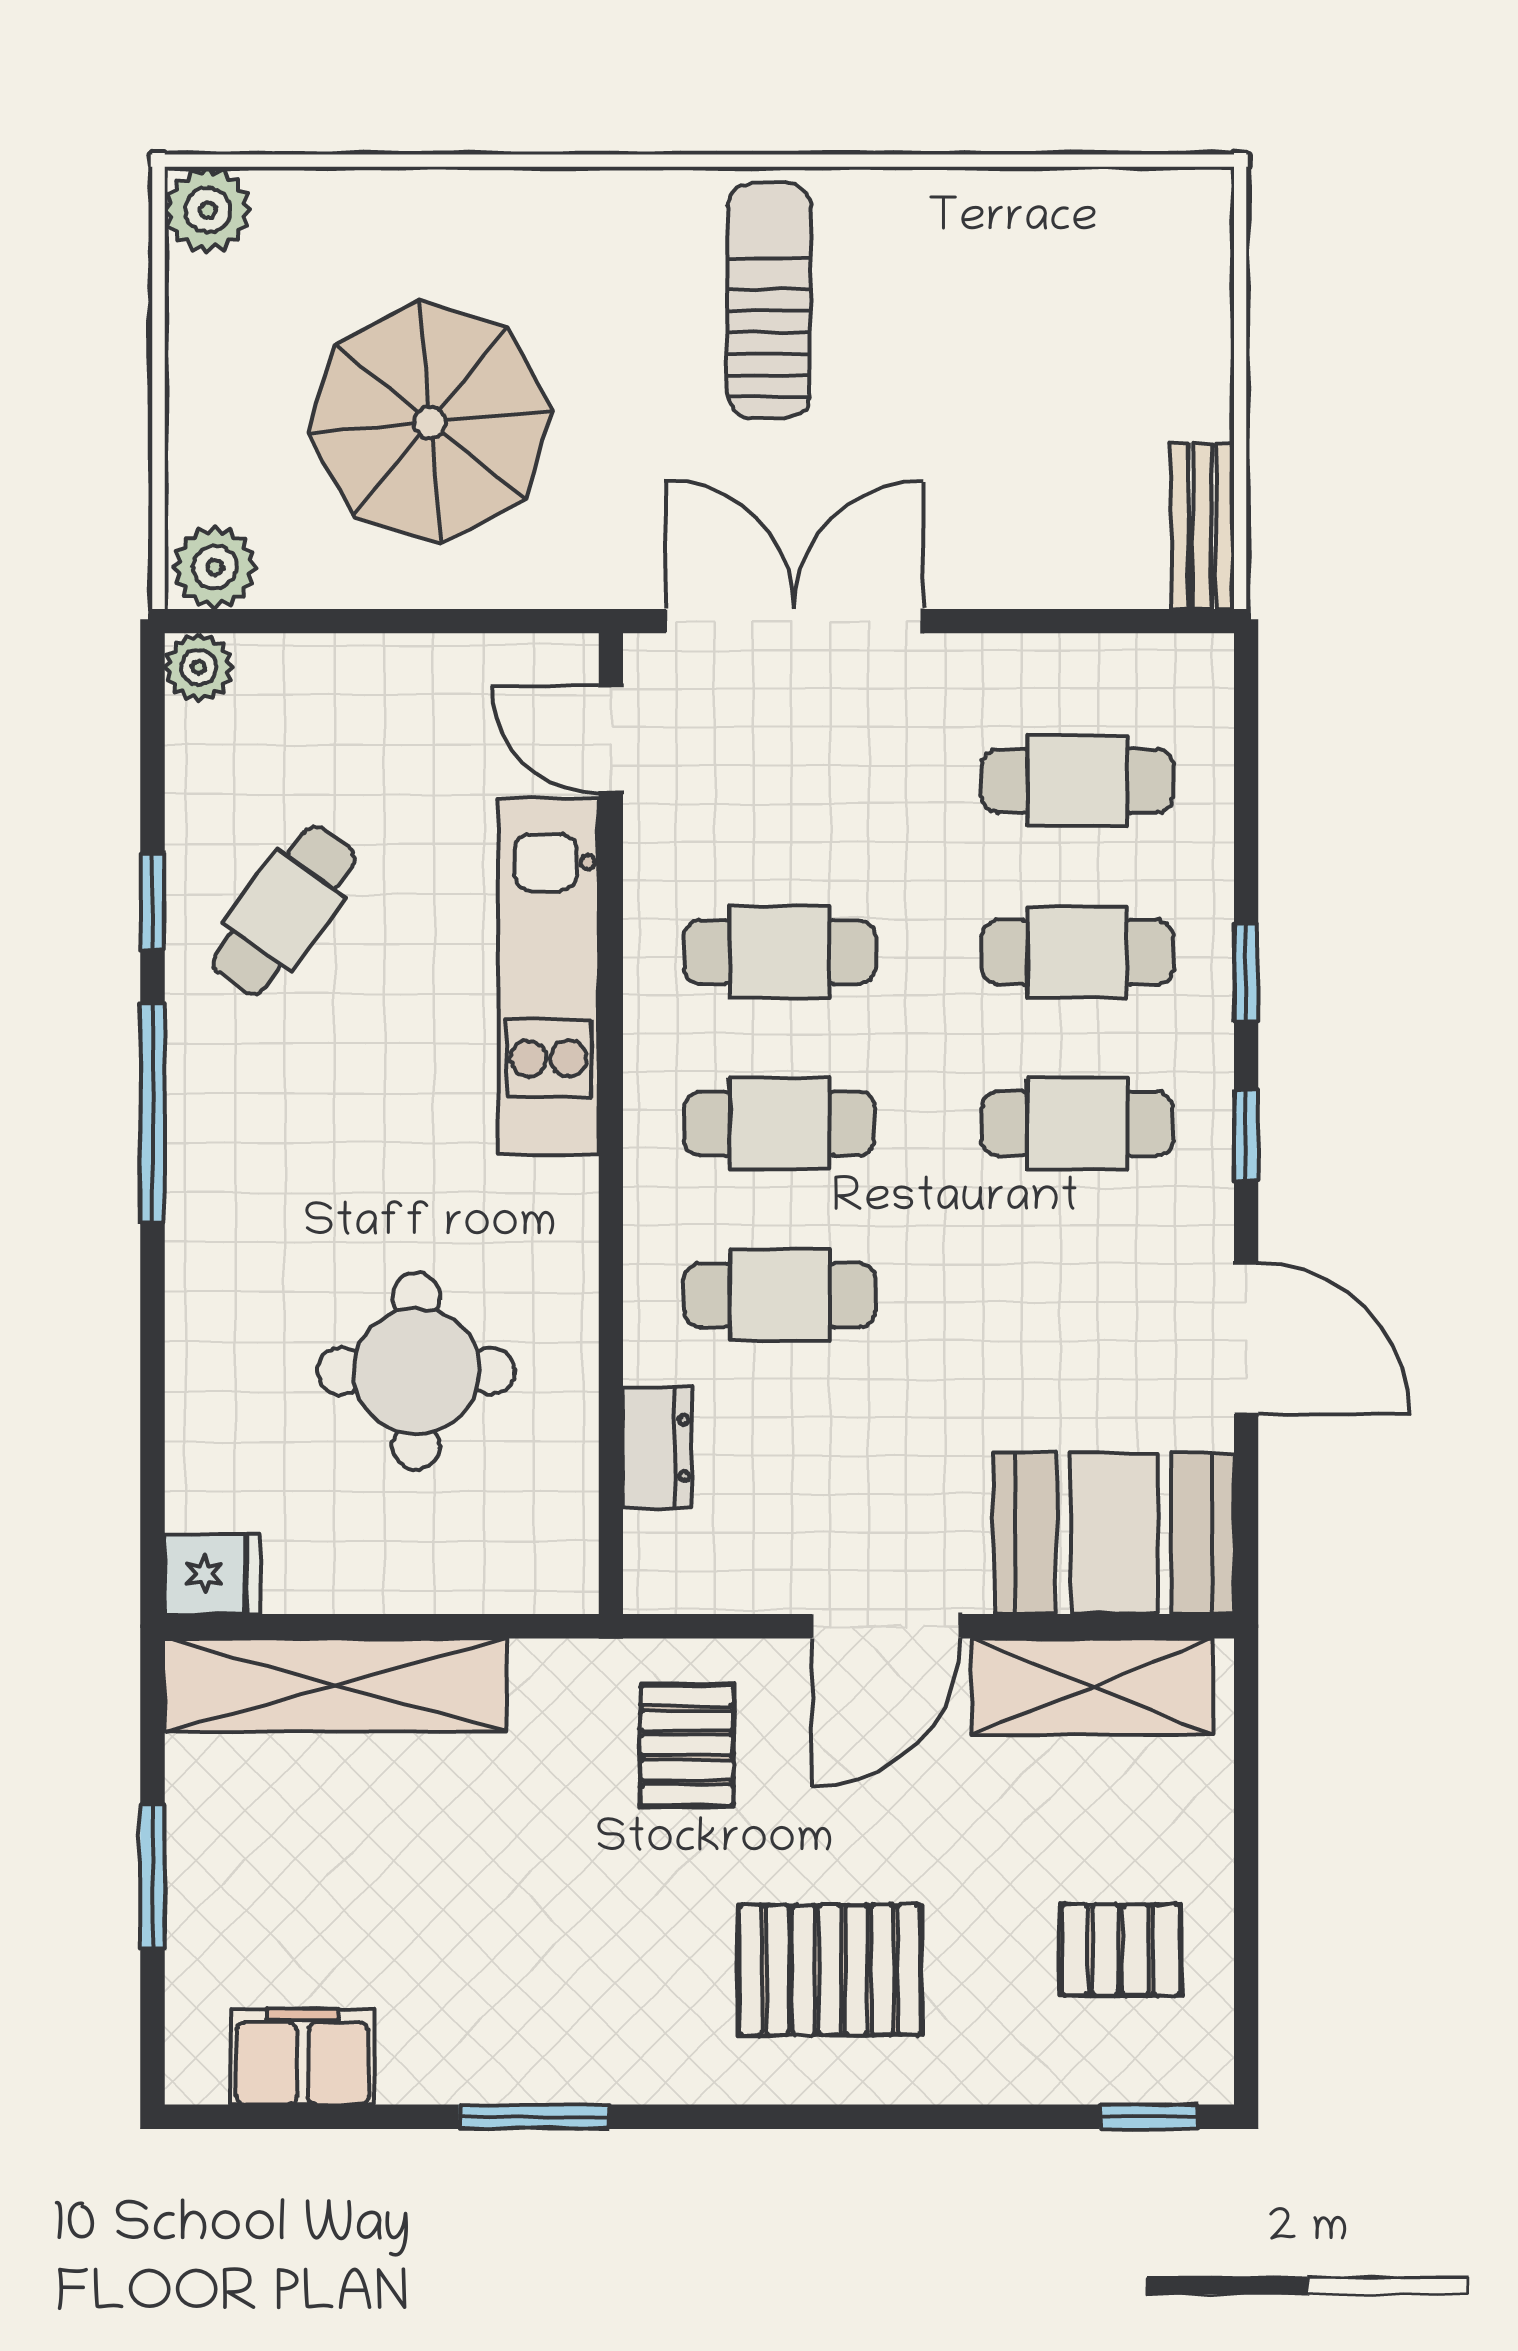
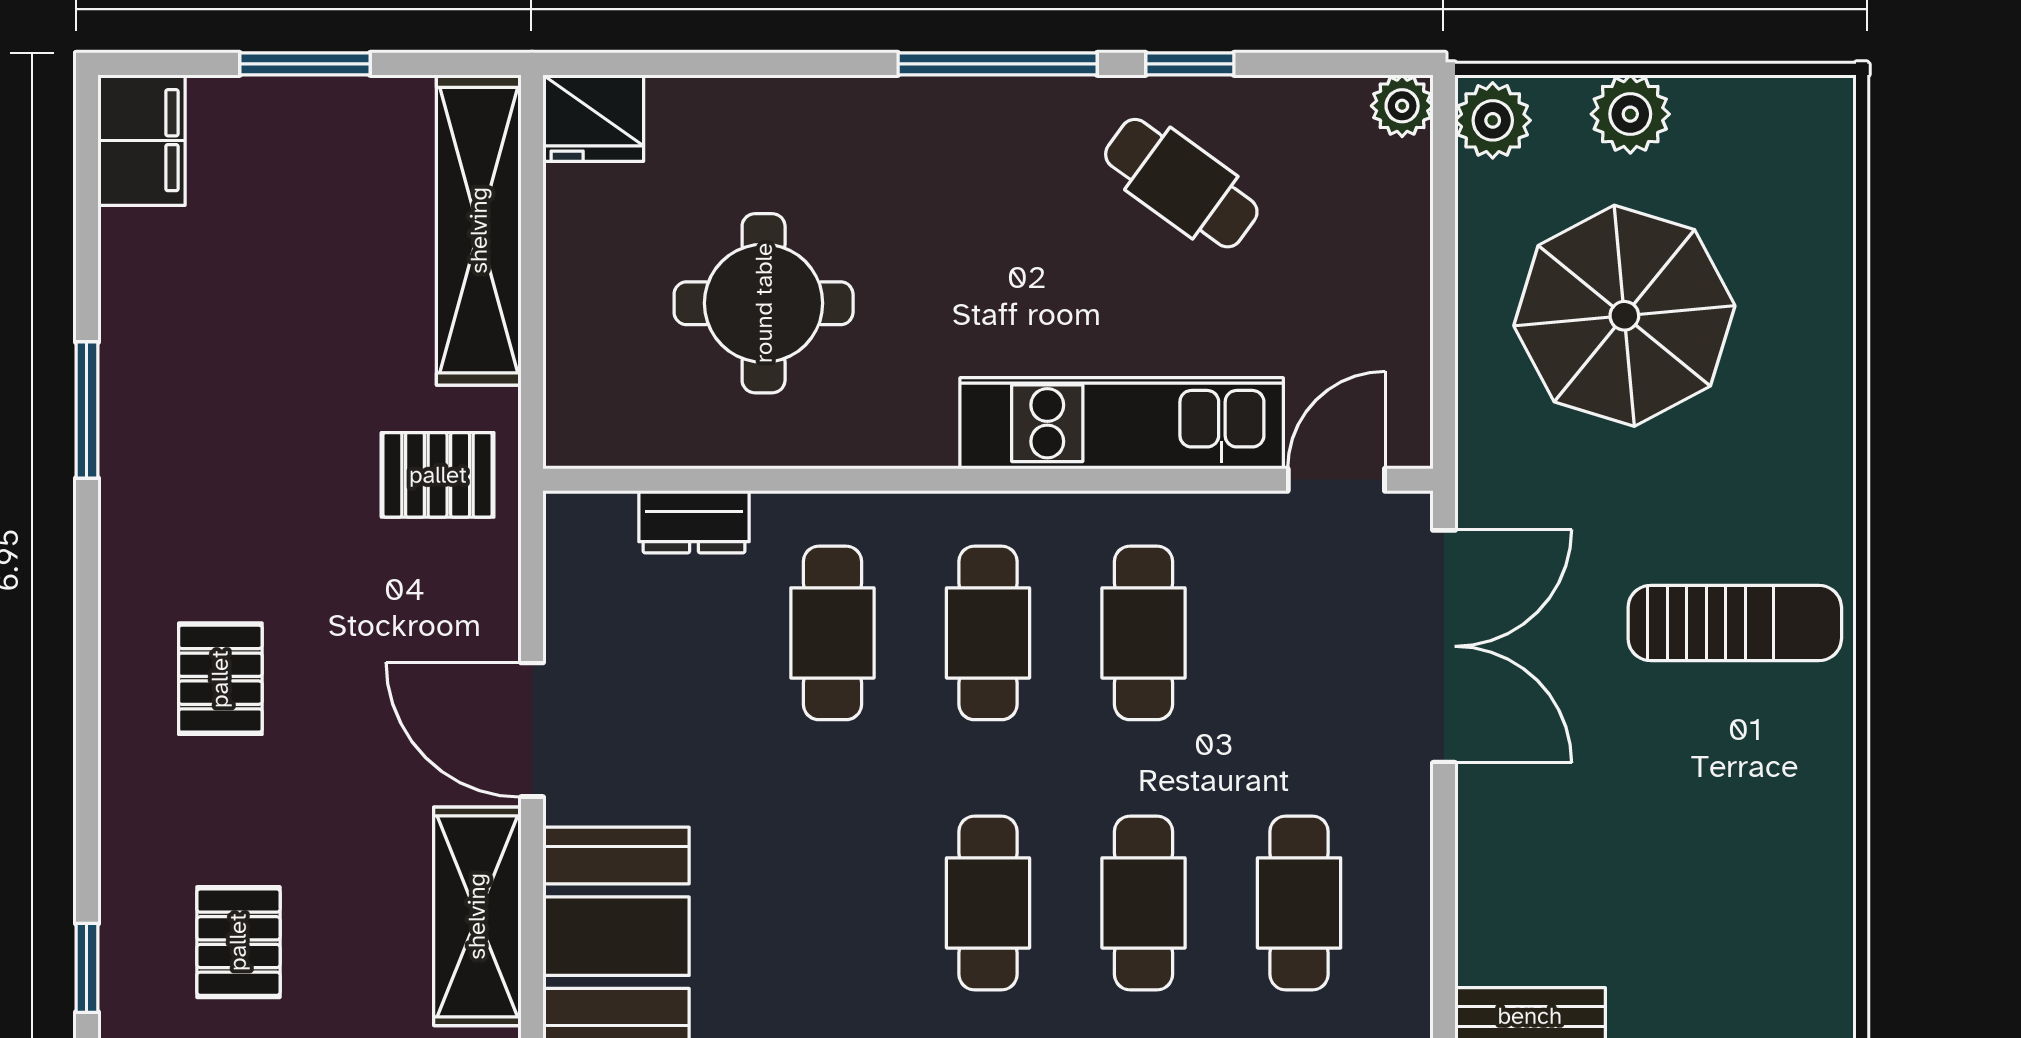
plant: (208, 210) -> (1630, 114), moved
fridge: (212, 1574) -> (593, 118), width x1.38
pallet: (687, 1745) -> (438, 475), moved
pallet: (830, 1970) -> (220, 679), width x0.67, depth x0.71
filing cabinet: (302, 2057) -> (141, 140), moved

